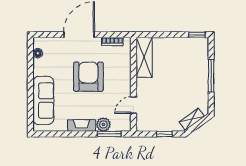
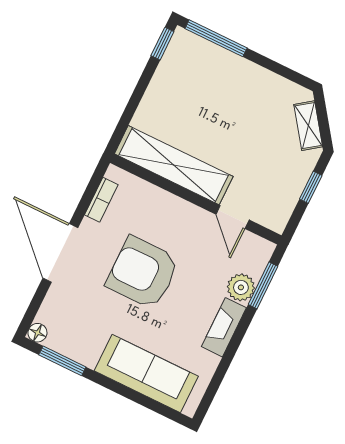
floor lamp: (38, 53) -> (37, 333), moved
shelving: (144, 57) -> (174, 165), width x1.47
window: (30, 60) -> (62, 361), added
window: (211, 76) -> (216, 38), moved

